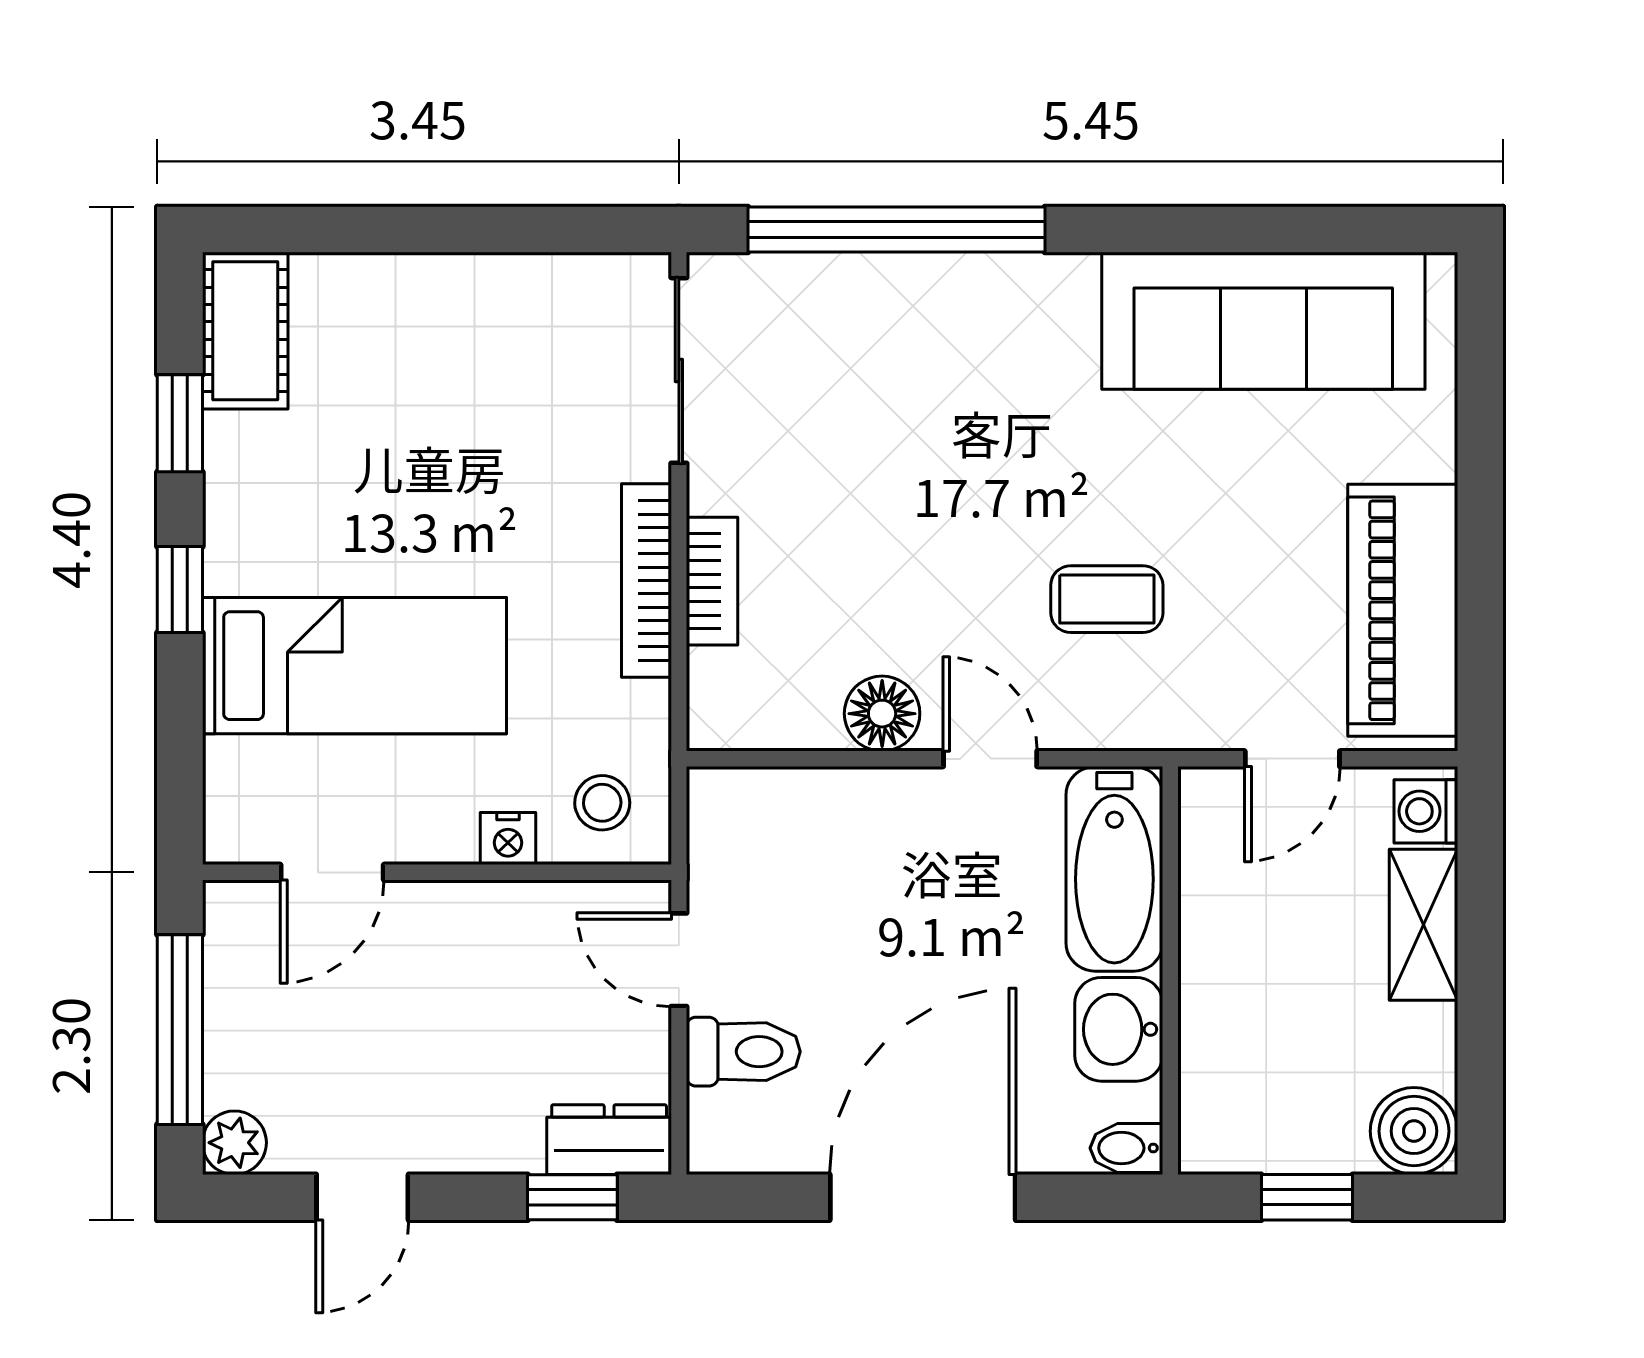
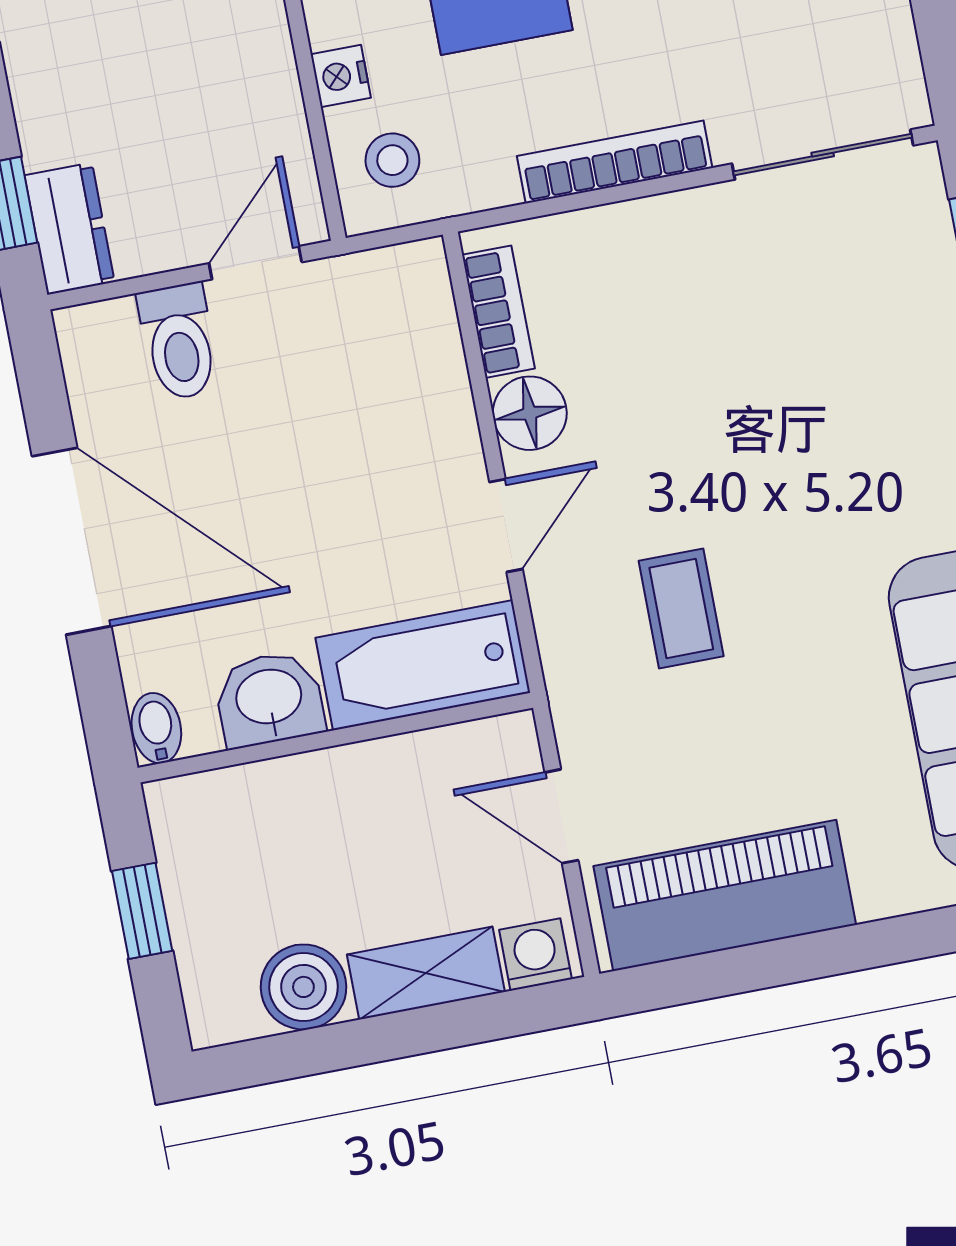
bookcase: (712, 581) -> (498, 312), moved, turned -90
boiler: (1414, 1131) -> (303, 987), moved

